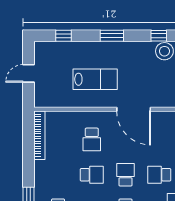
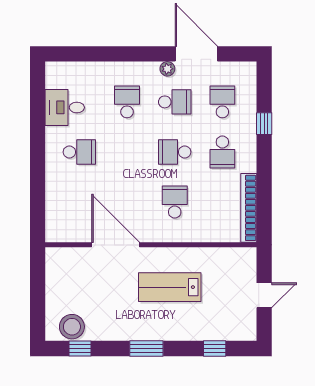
school desk: (126, 175) -> (222, 152), moved

